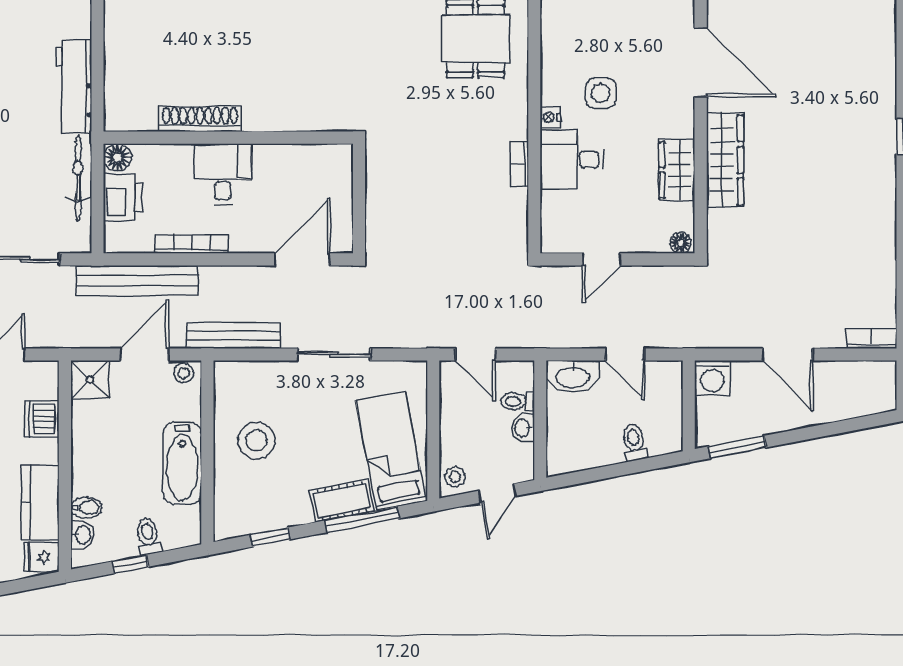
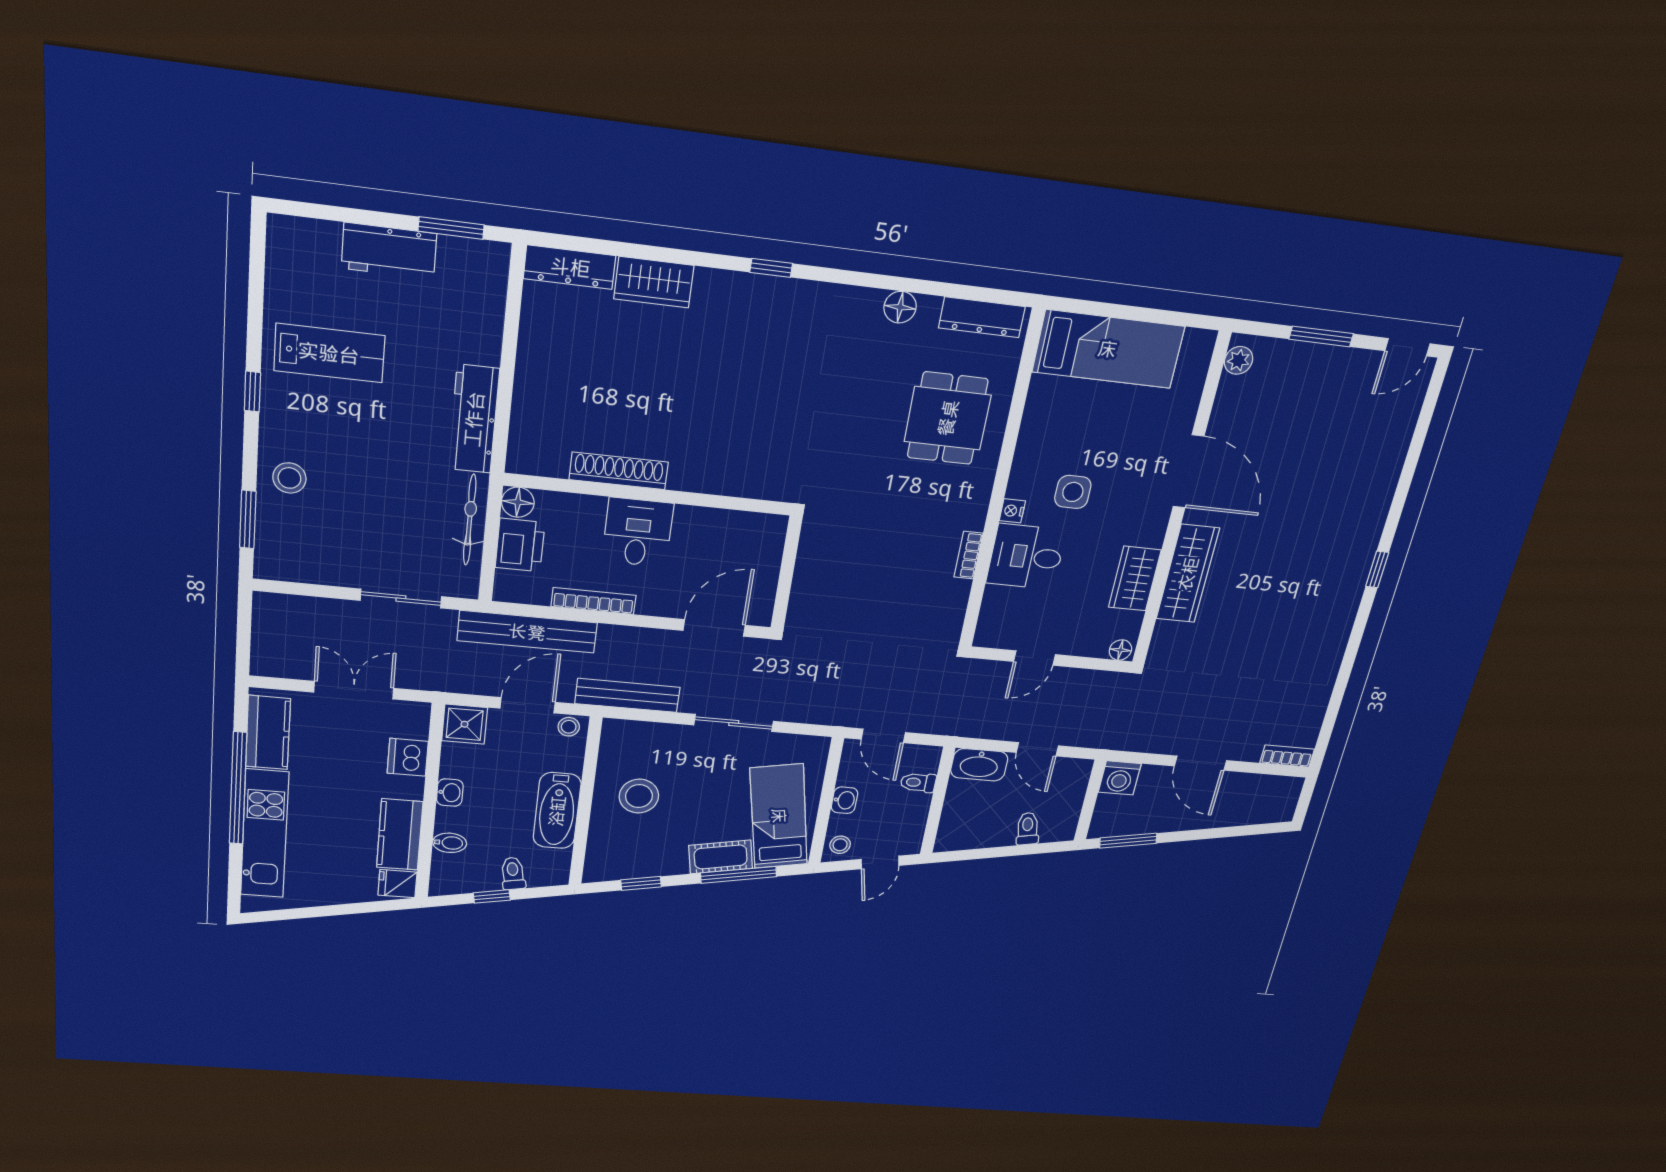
washbasin: (523, 428) -> (844, 800), moved, turned 180
washbasin: (82, 535) -> (450, 793), moved

